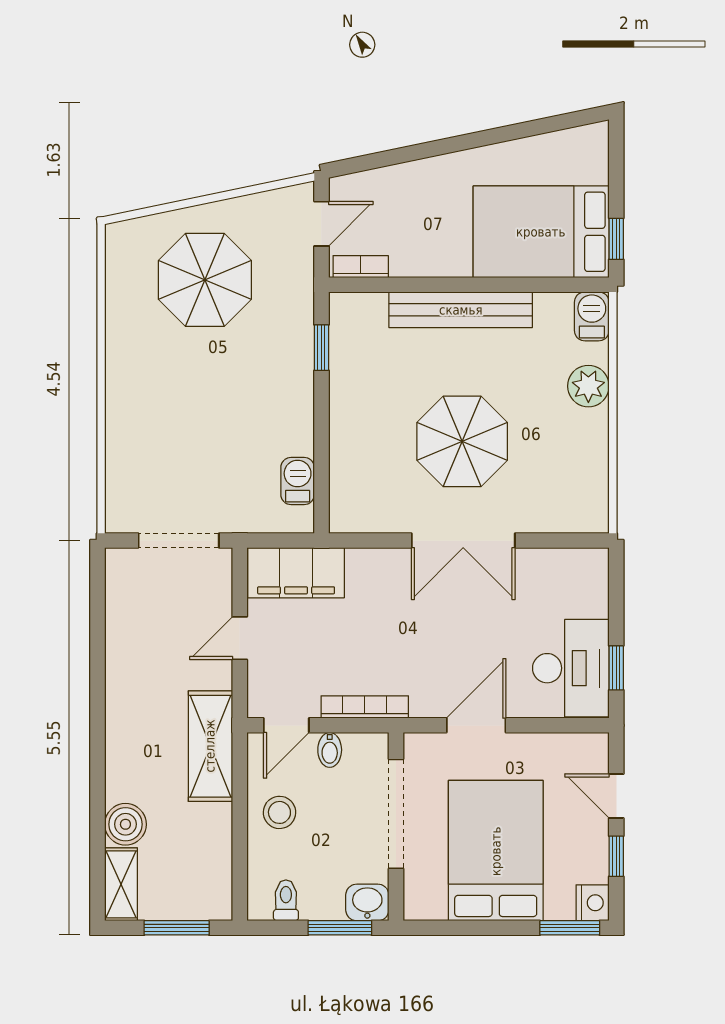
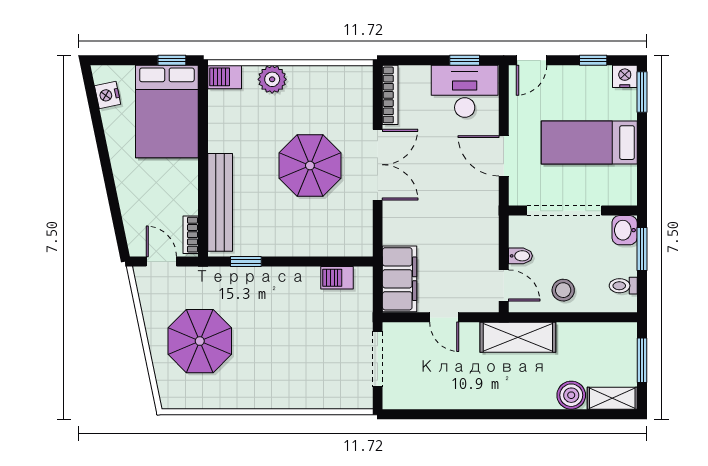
nightstand: (565, 145) -> (108, 95), added
bench: (461, 310) -> (220, 202), moved
bookcase: (365, 707) -> (390, 95), moved, turned 180
door: (616, 796) -> (532, 60), moved
bed: (496, 851) -> (589, 143), width x0.67

